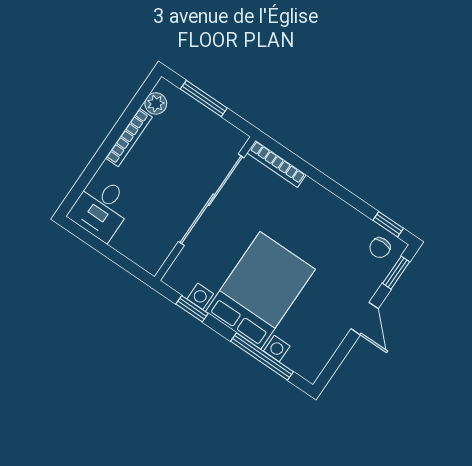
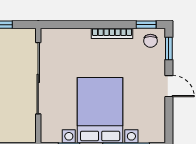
bookcase: (276, 164) -> (112, 33), moved

